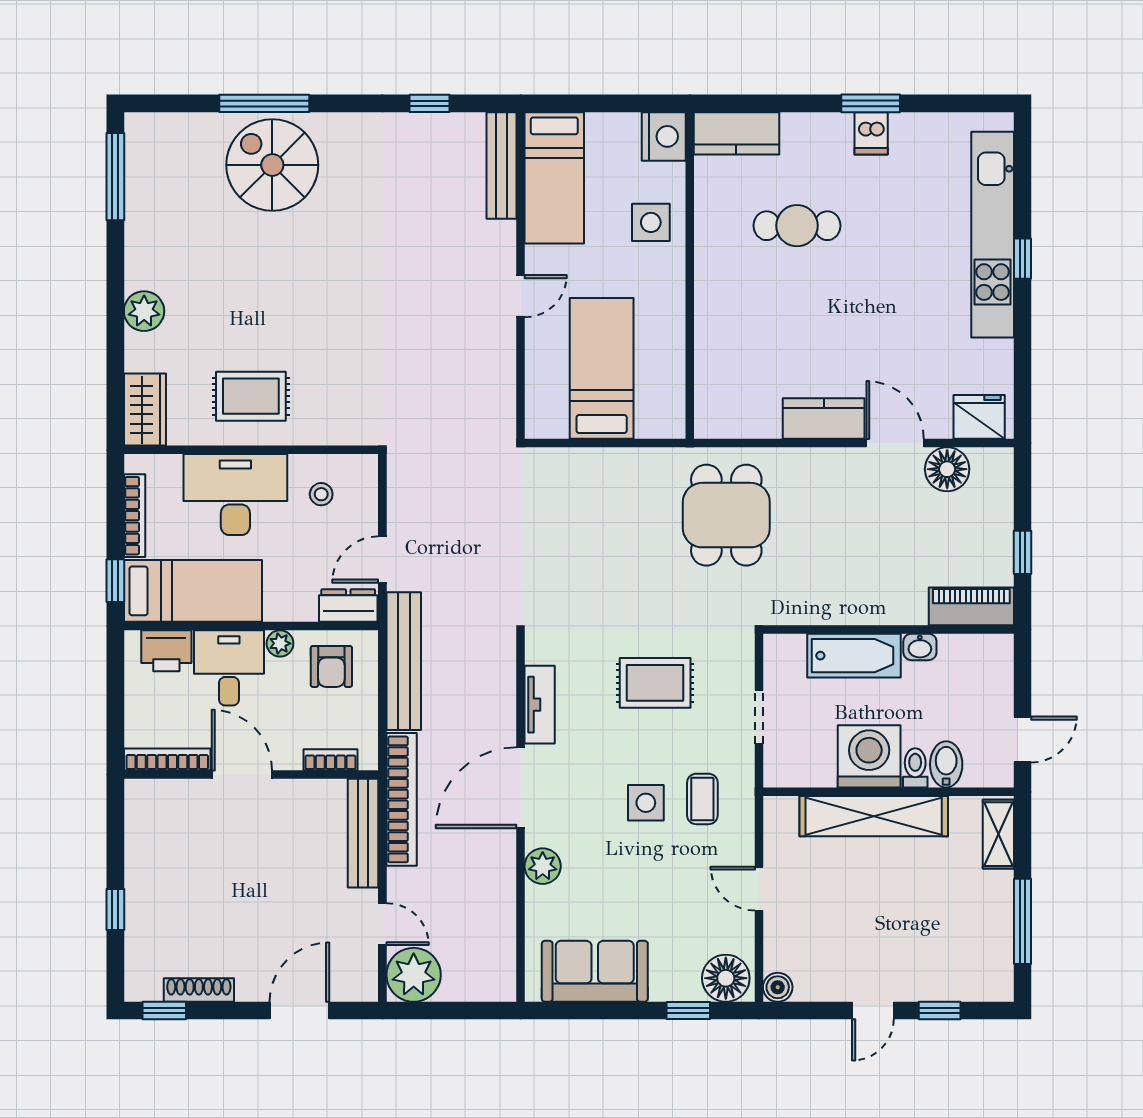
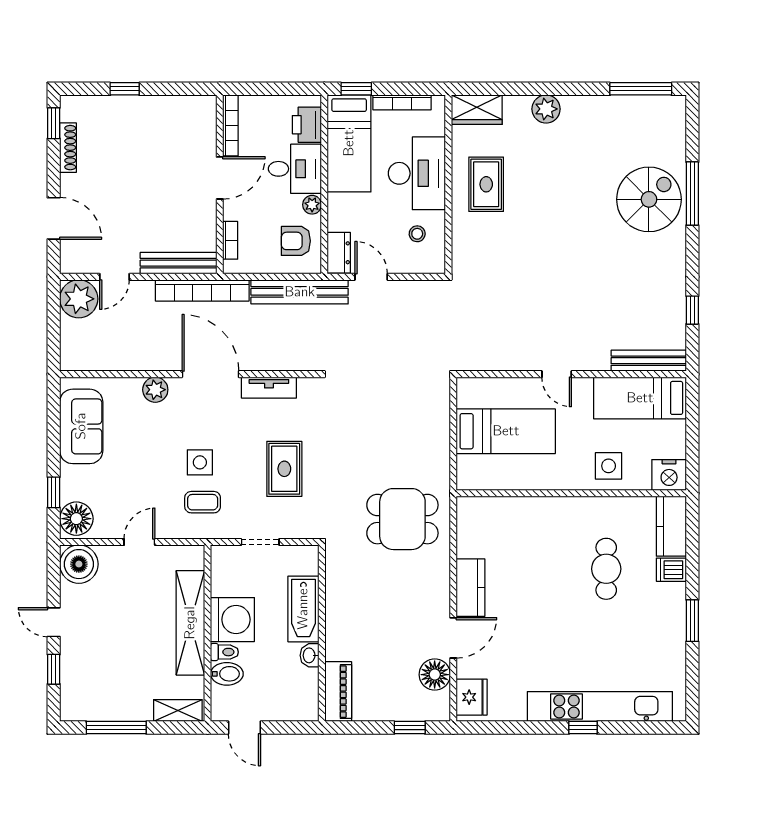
dishwasher: (871, 133) -> (671, 570), moved
window: (1022, 552) -> (410, 728), moved
boiler: (778, 987) -> (79, 564), width x1.86, depth x1.86

